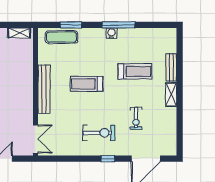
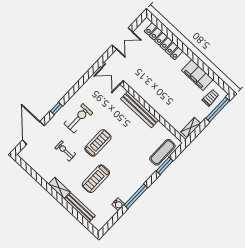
water cooler: (112, 33) -> (118, 204), moved
bench: (171, 67) -> (80, 208), width x1.36
treadmill: (87, 84) -> (98, 143), moved
exercise bike: (99, 133) -> (78, 118), turned 180

